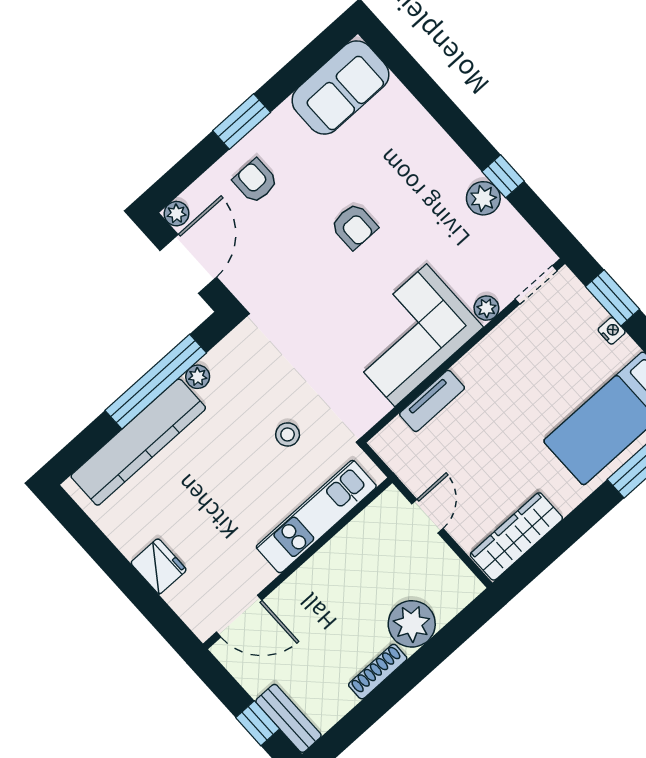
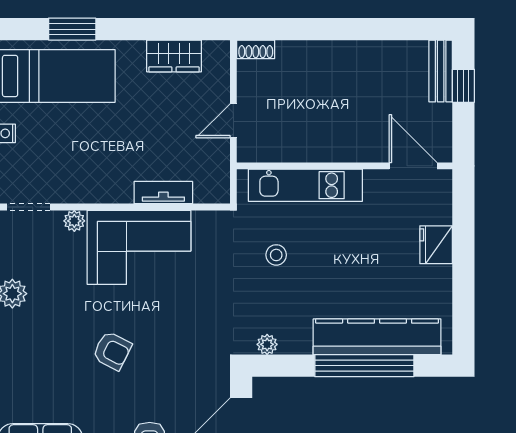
armchair: (354, 226) -> (112, 351), turned 117
plant: (198, 377) -> (267, 344), moved
window: (156, 382) -> (364, 366), moved
wardrobe: (516, 536) -> (174, 56), width x0.67
plant: (412, 624) -> (306, 60), removed
shoe rack: (378, 672) -> (256, 49), moved, width x0.70

